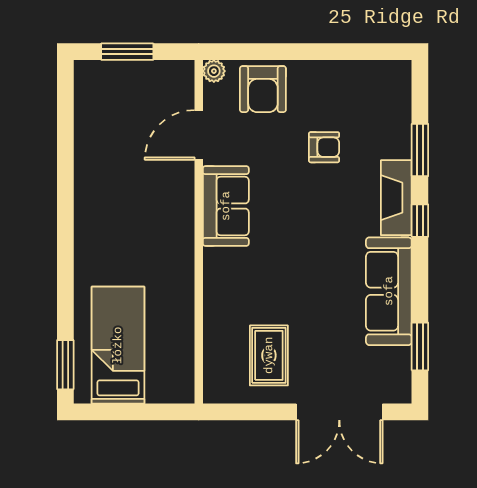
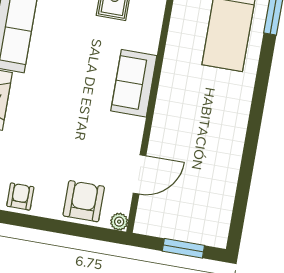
armchair: (324, 147) -> (20, 197), moved, turned 90
sofa: (226, 206) -> (134, 83), moved

